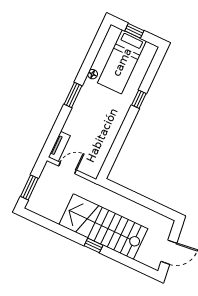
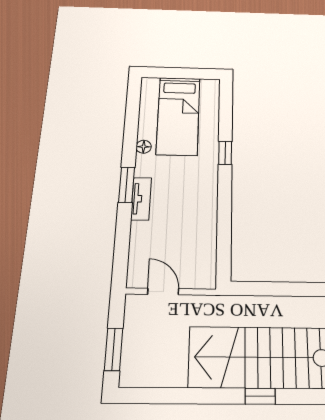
window: (134, 31) -> (177, 73), removed
tv unit: (59, 146) -> (141, 199), moved
door: (67, 168) -> (163, 292), hinge flipped

